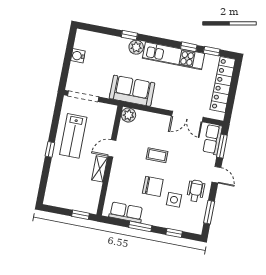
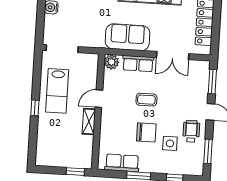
sofa: (132, 91) -> (128, 37), moved
row of seats: (213, 139) -> (138, 64), moved, turned -90

